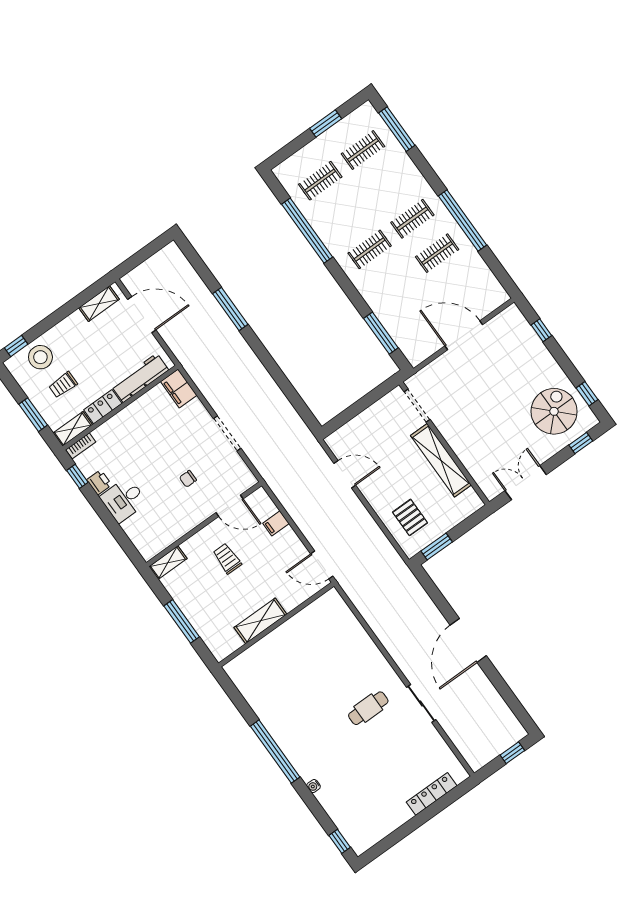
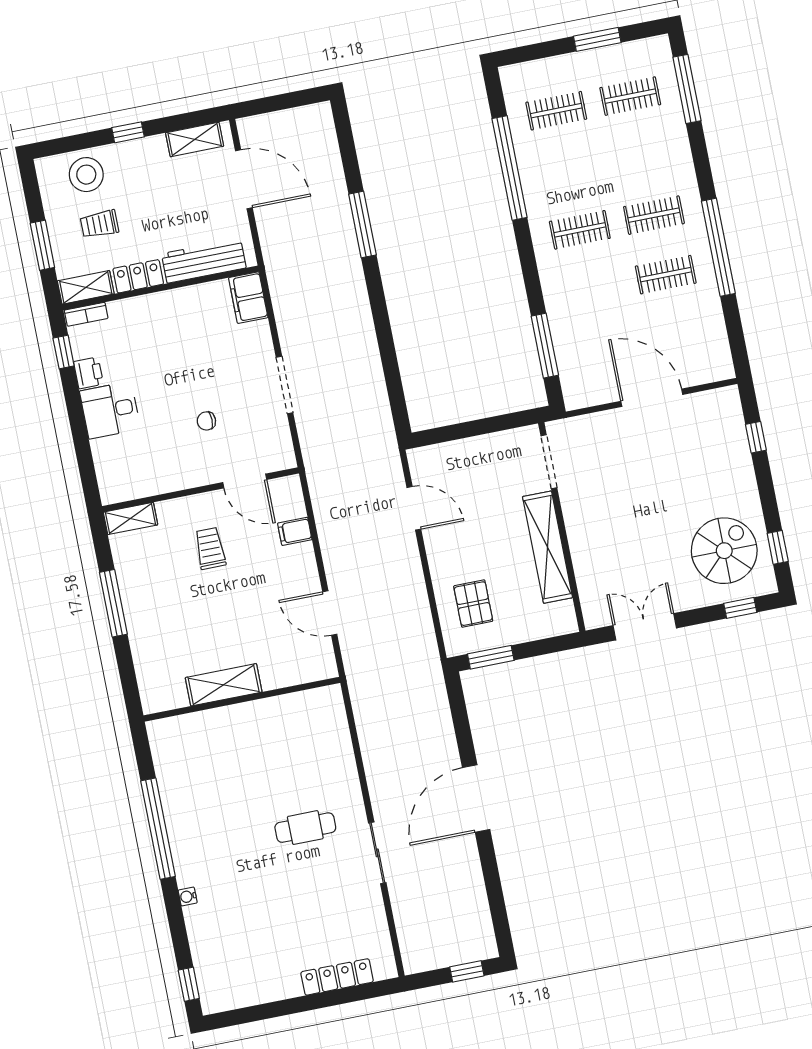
window: (16, 346) -> (128, 132), moved
shelving: (260, 621) -> (224, 685), moved
wall: (276, 625) -> (242, 699), moved

